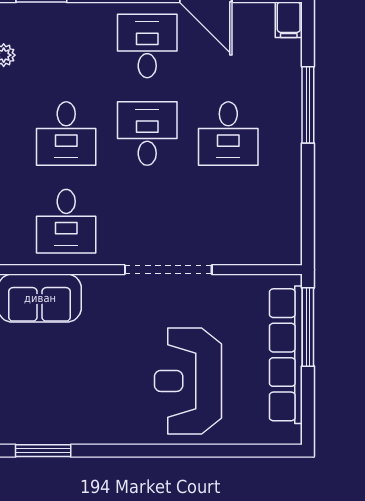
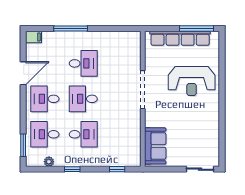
desk: (66, 221) -> (45, 134), moved, turned 180
window: (308, 327) -> (196, 29), moved
window: (43, 451) -> (222, 144), removed

